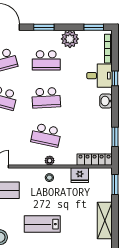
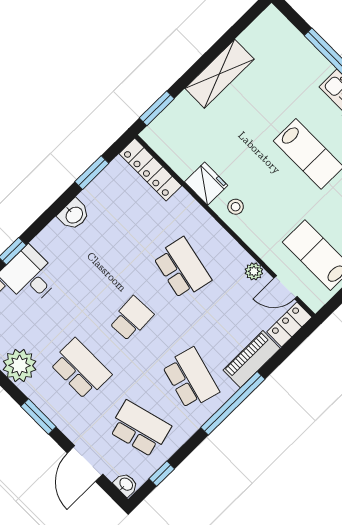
school desk: (46, 98) -> (131, 319), width x0.54
washbasin: (106, 101) -> (74, 215), moved
plant: (50, 161) -> (254, 271), moved
fridge: (80, 175) -> (206, 184), moved

